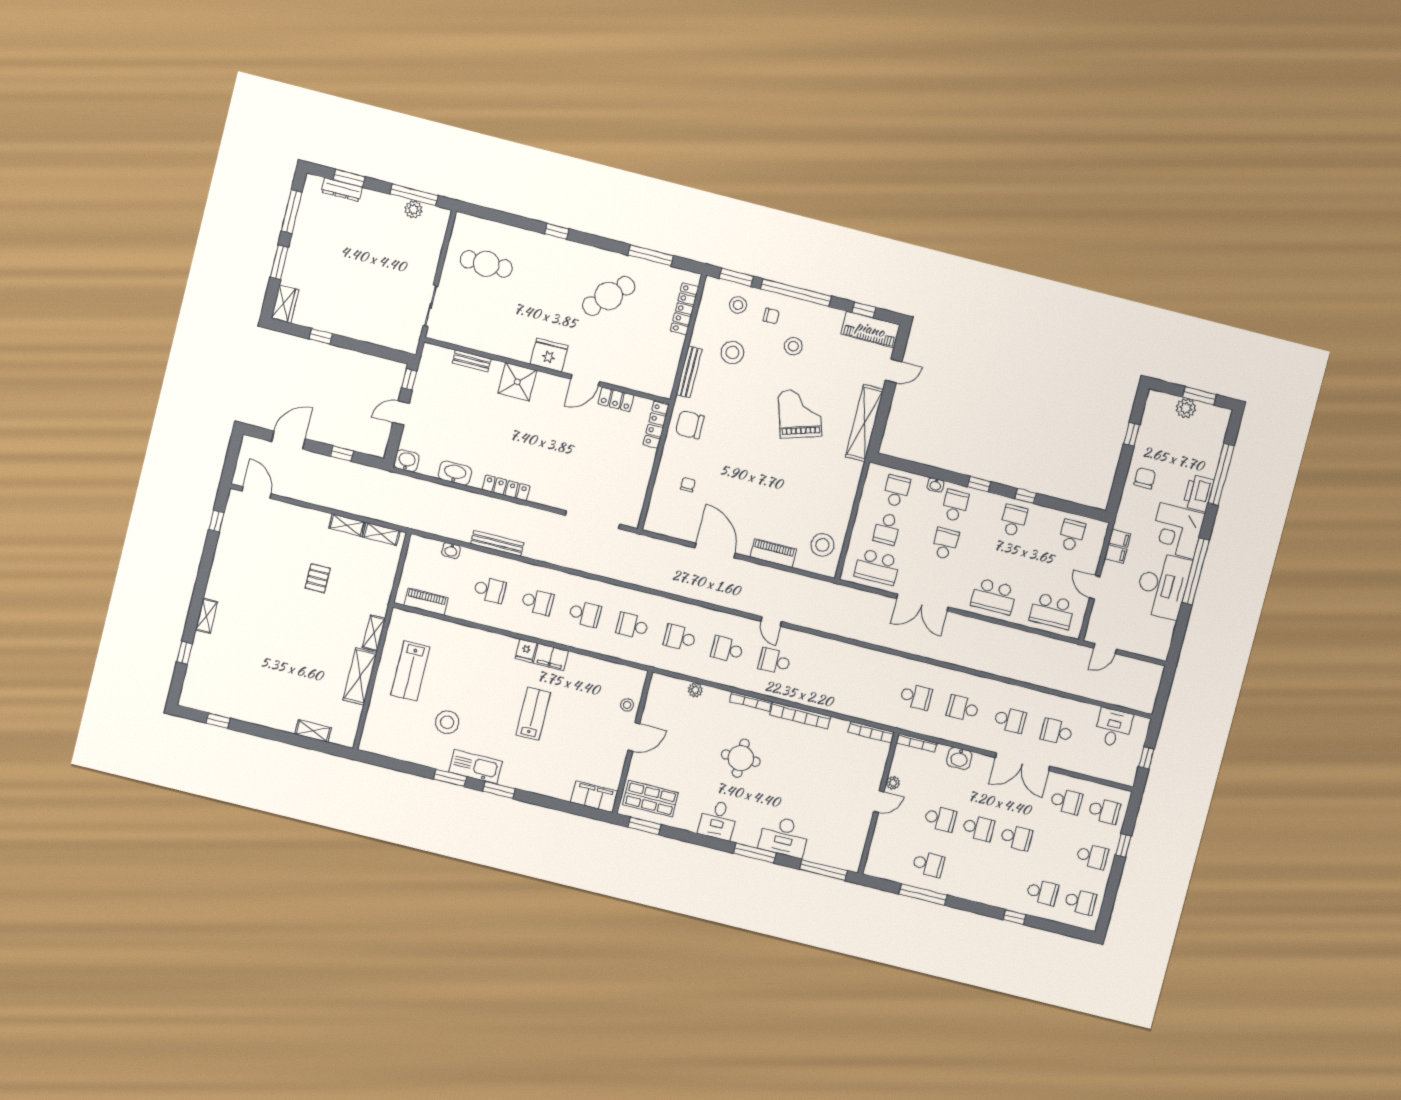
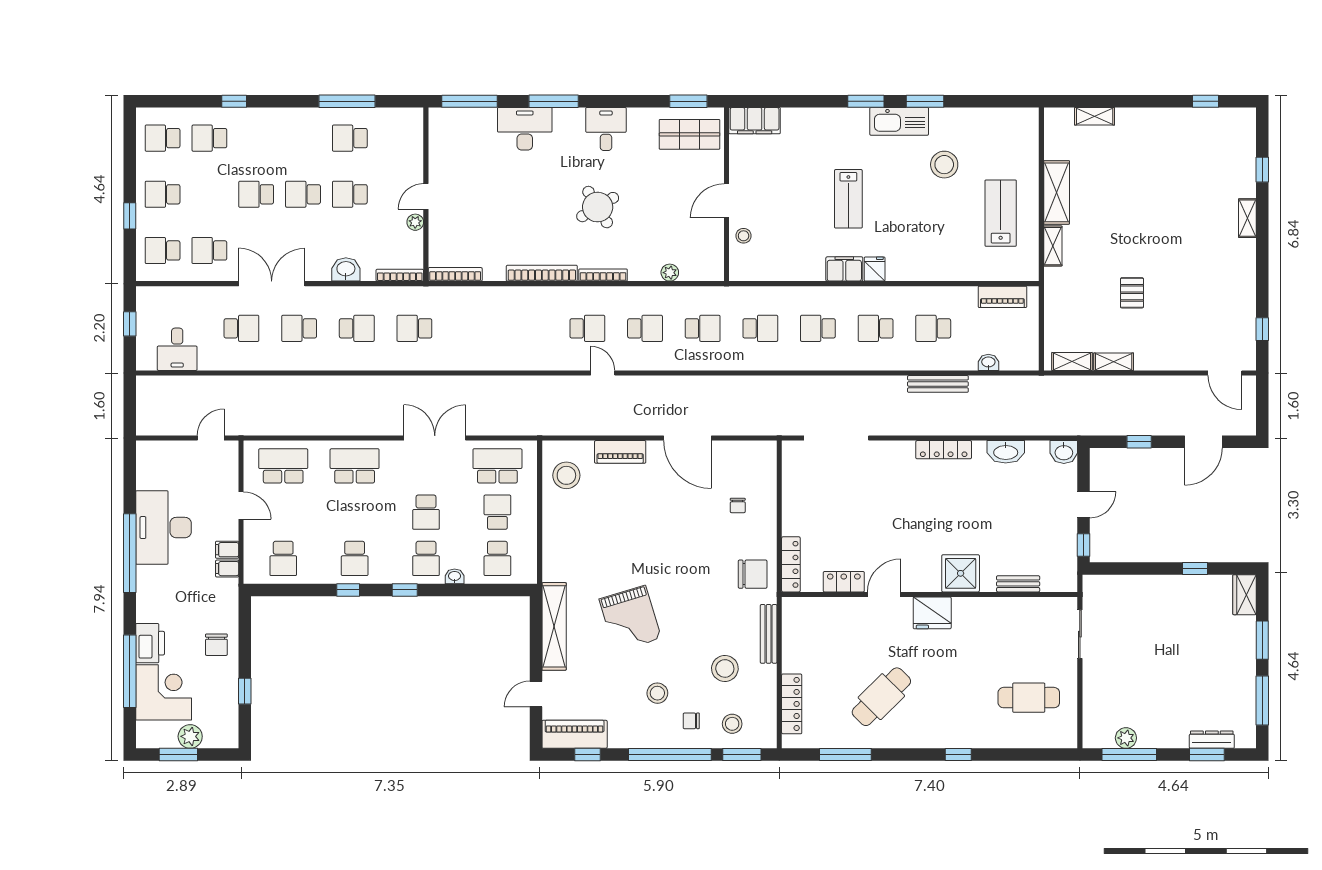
corner desk: (1177, 531) -> (164, 692), moved
round table: (741, 758) -> (598, 207), turned -31

